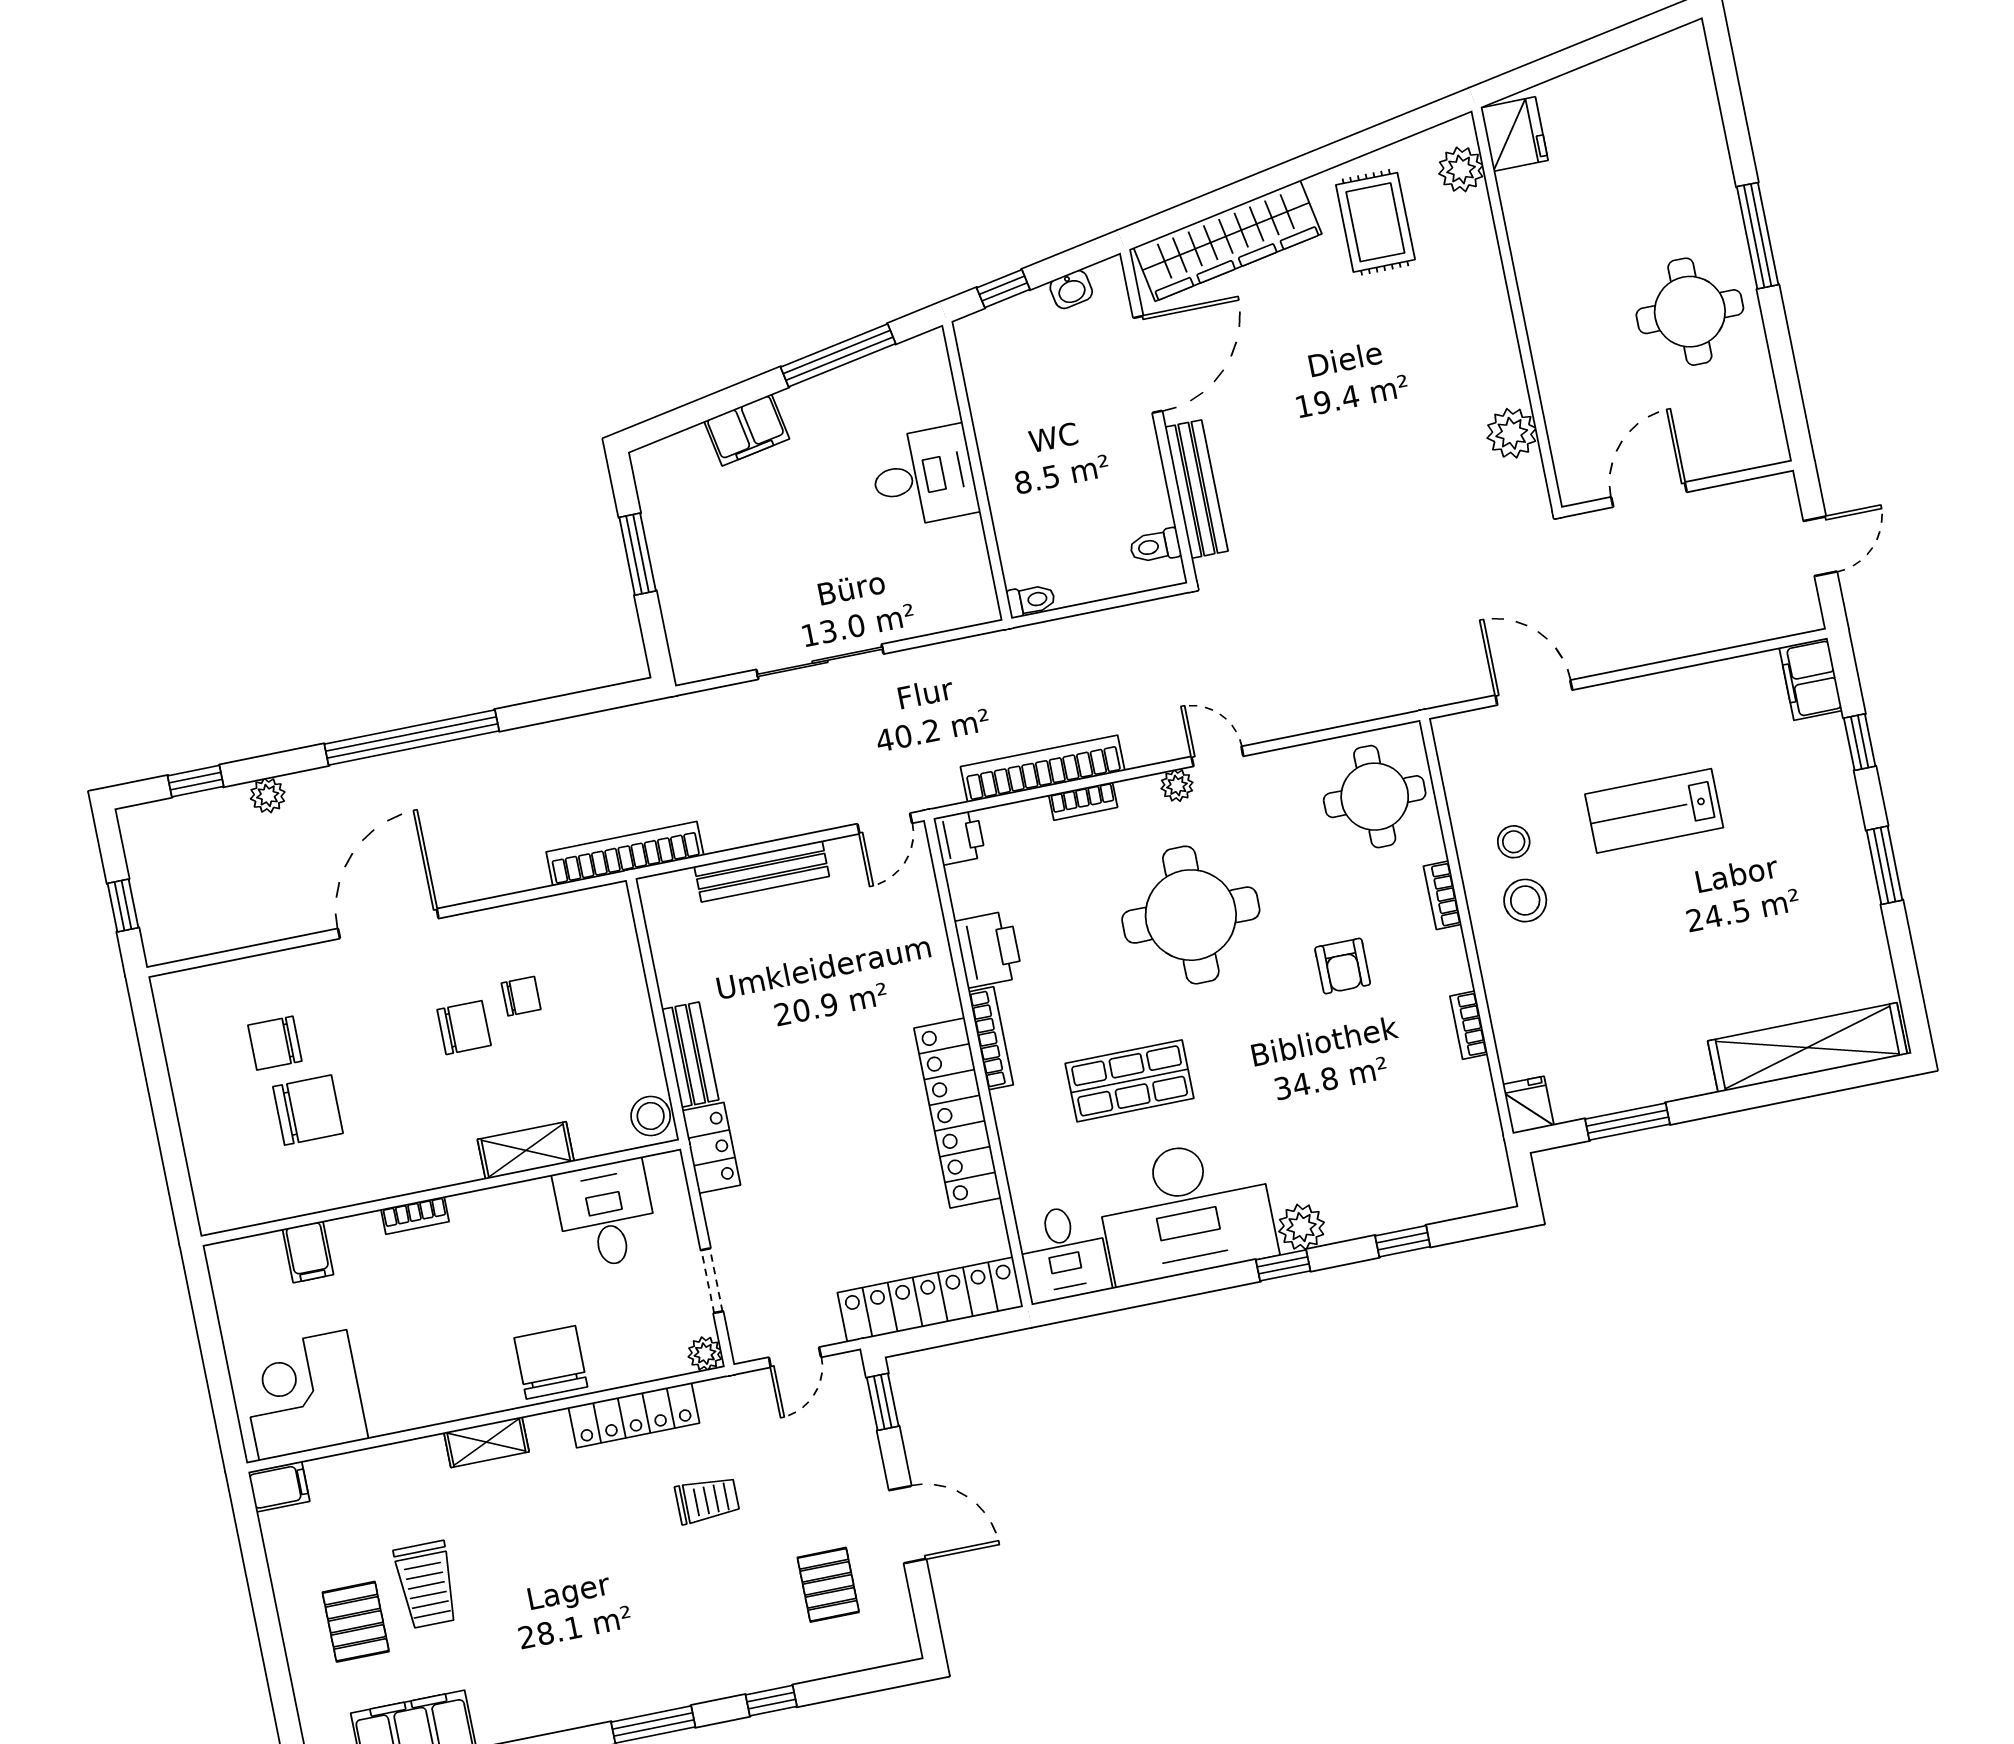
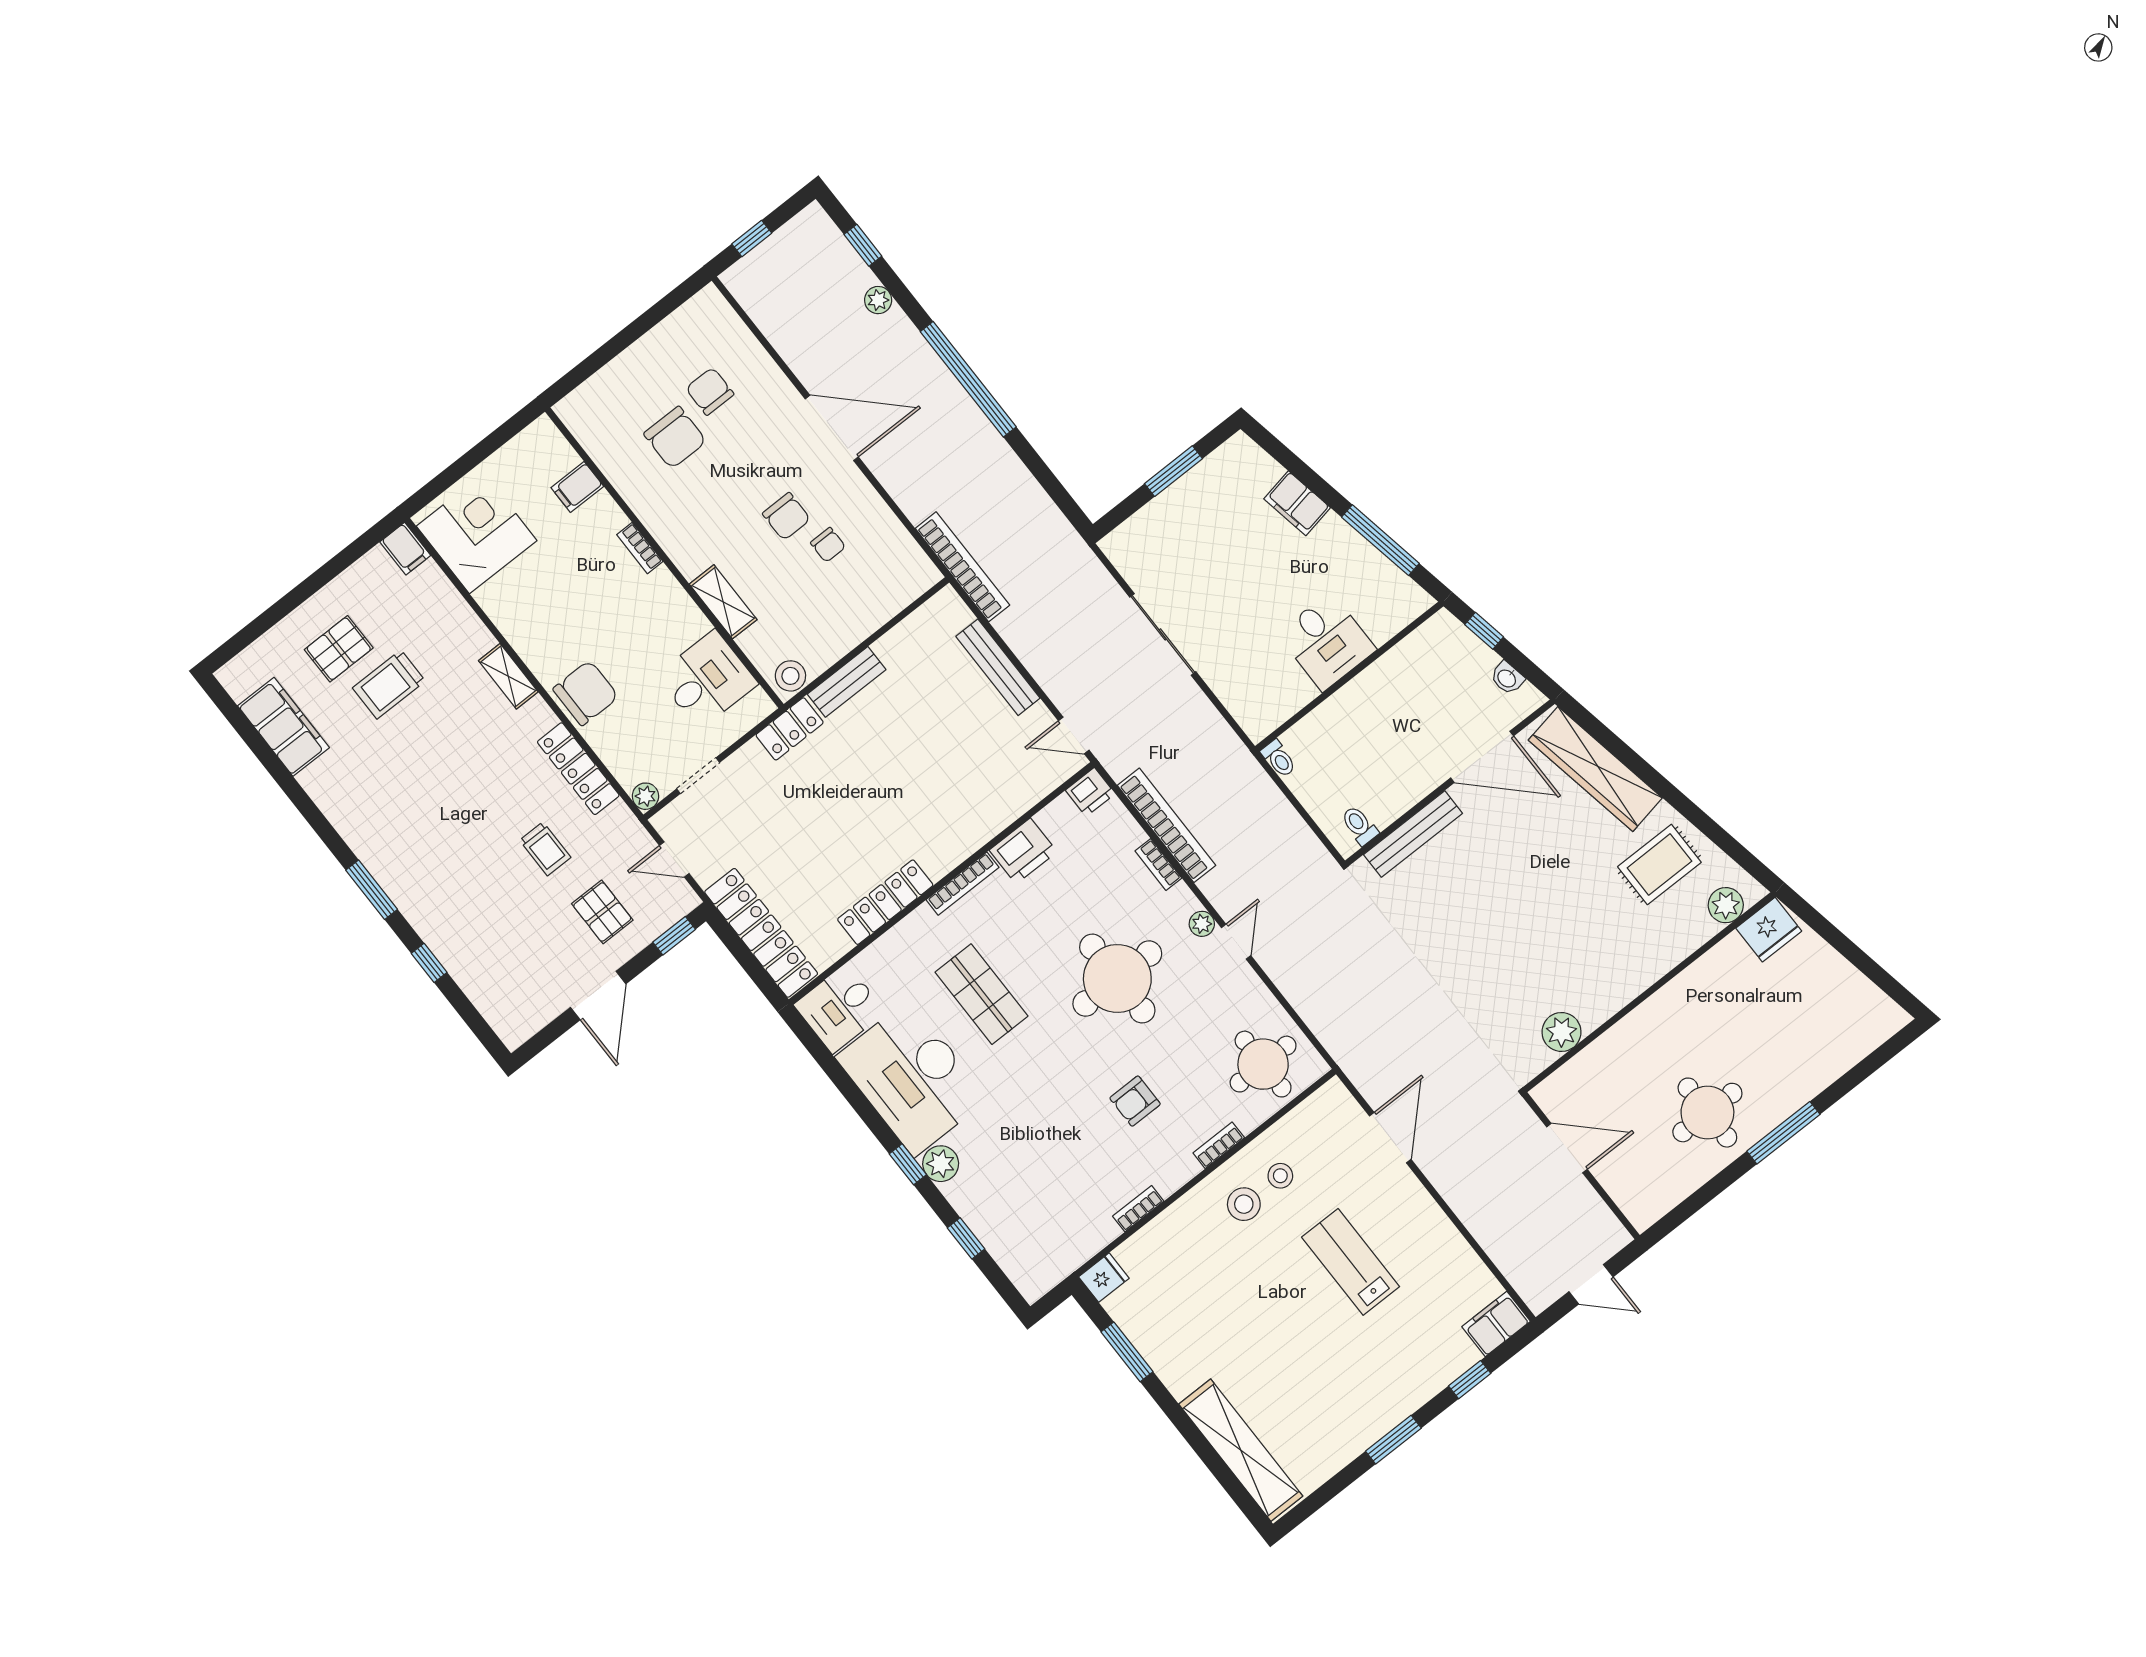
locker: (958, 1113) -> (885, 902), width x0.71, depth x0.83
pallet: (828, 1585) -> (602, 912), moved, turned 90

